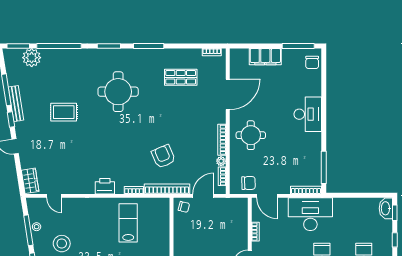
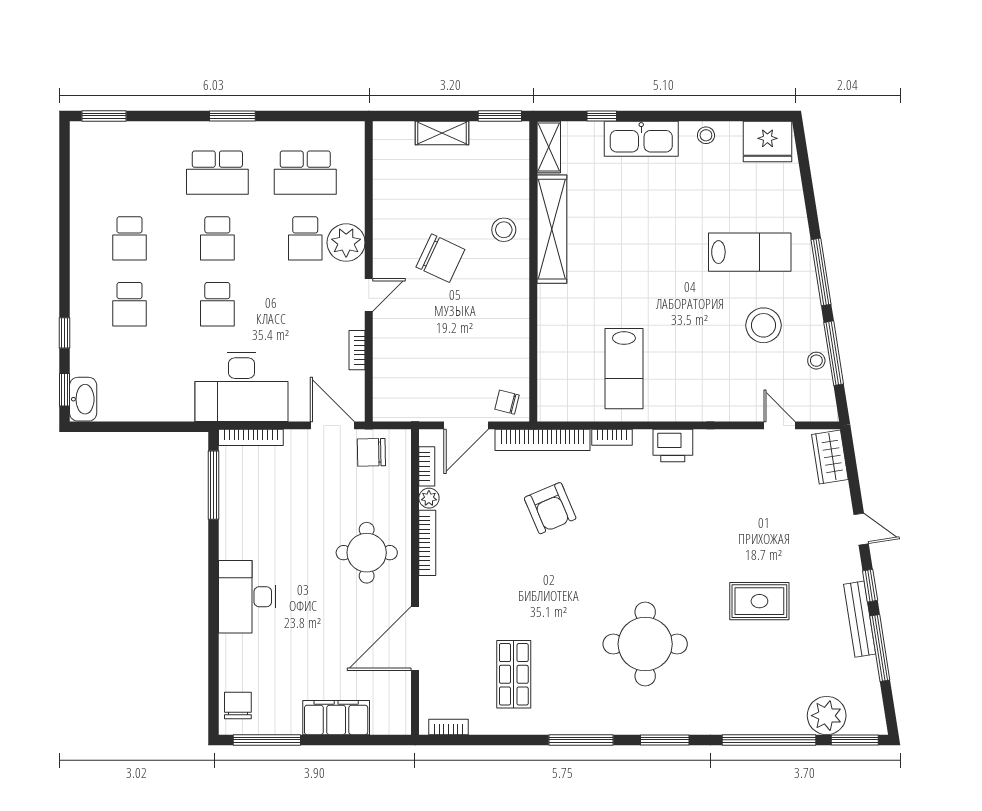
shop shelf: (181, 77) -> (514, 674), turned 90

